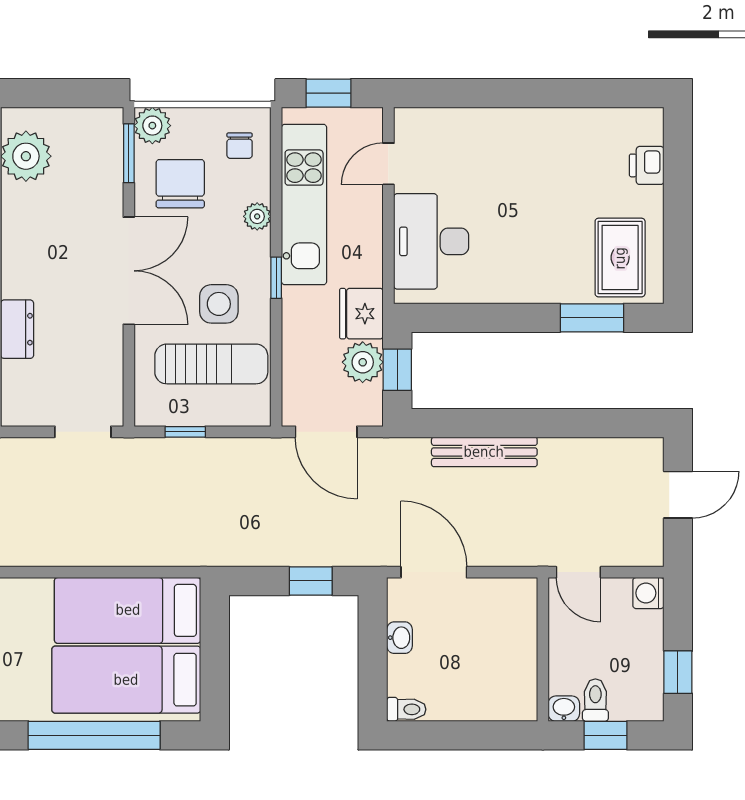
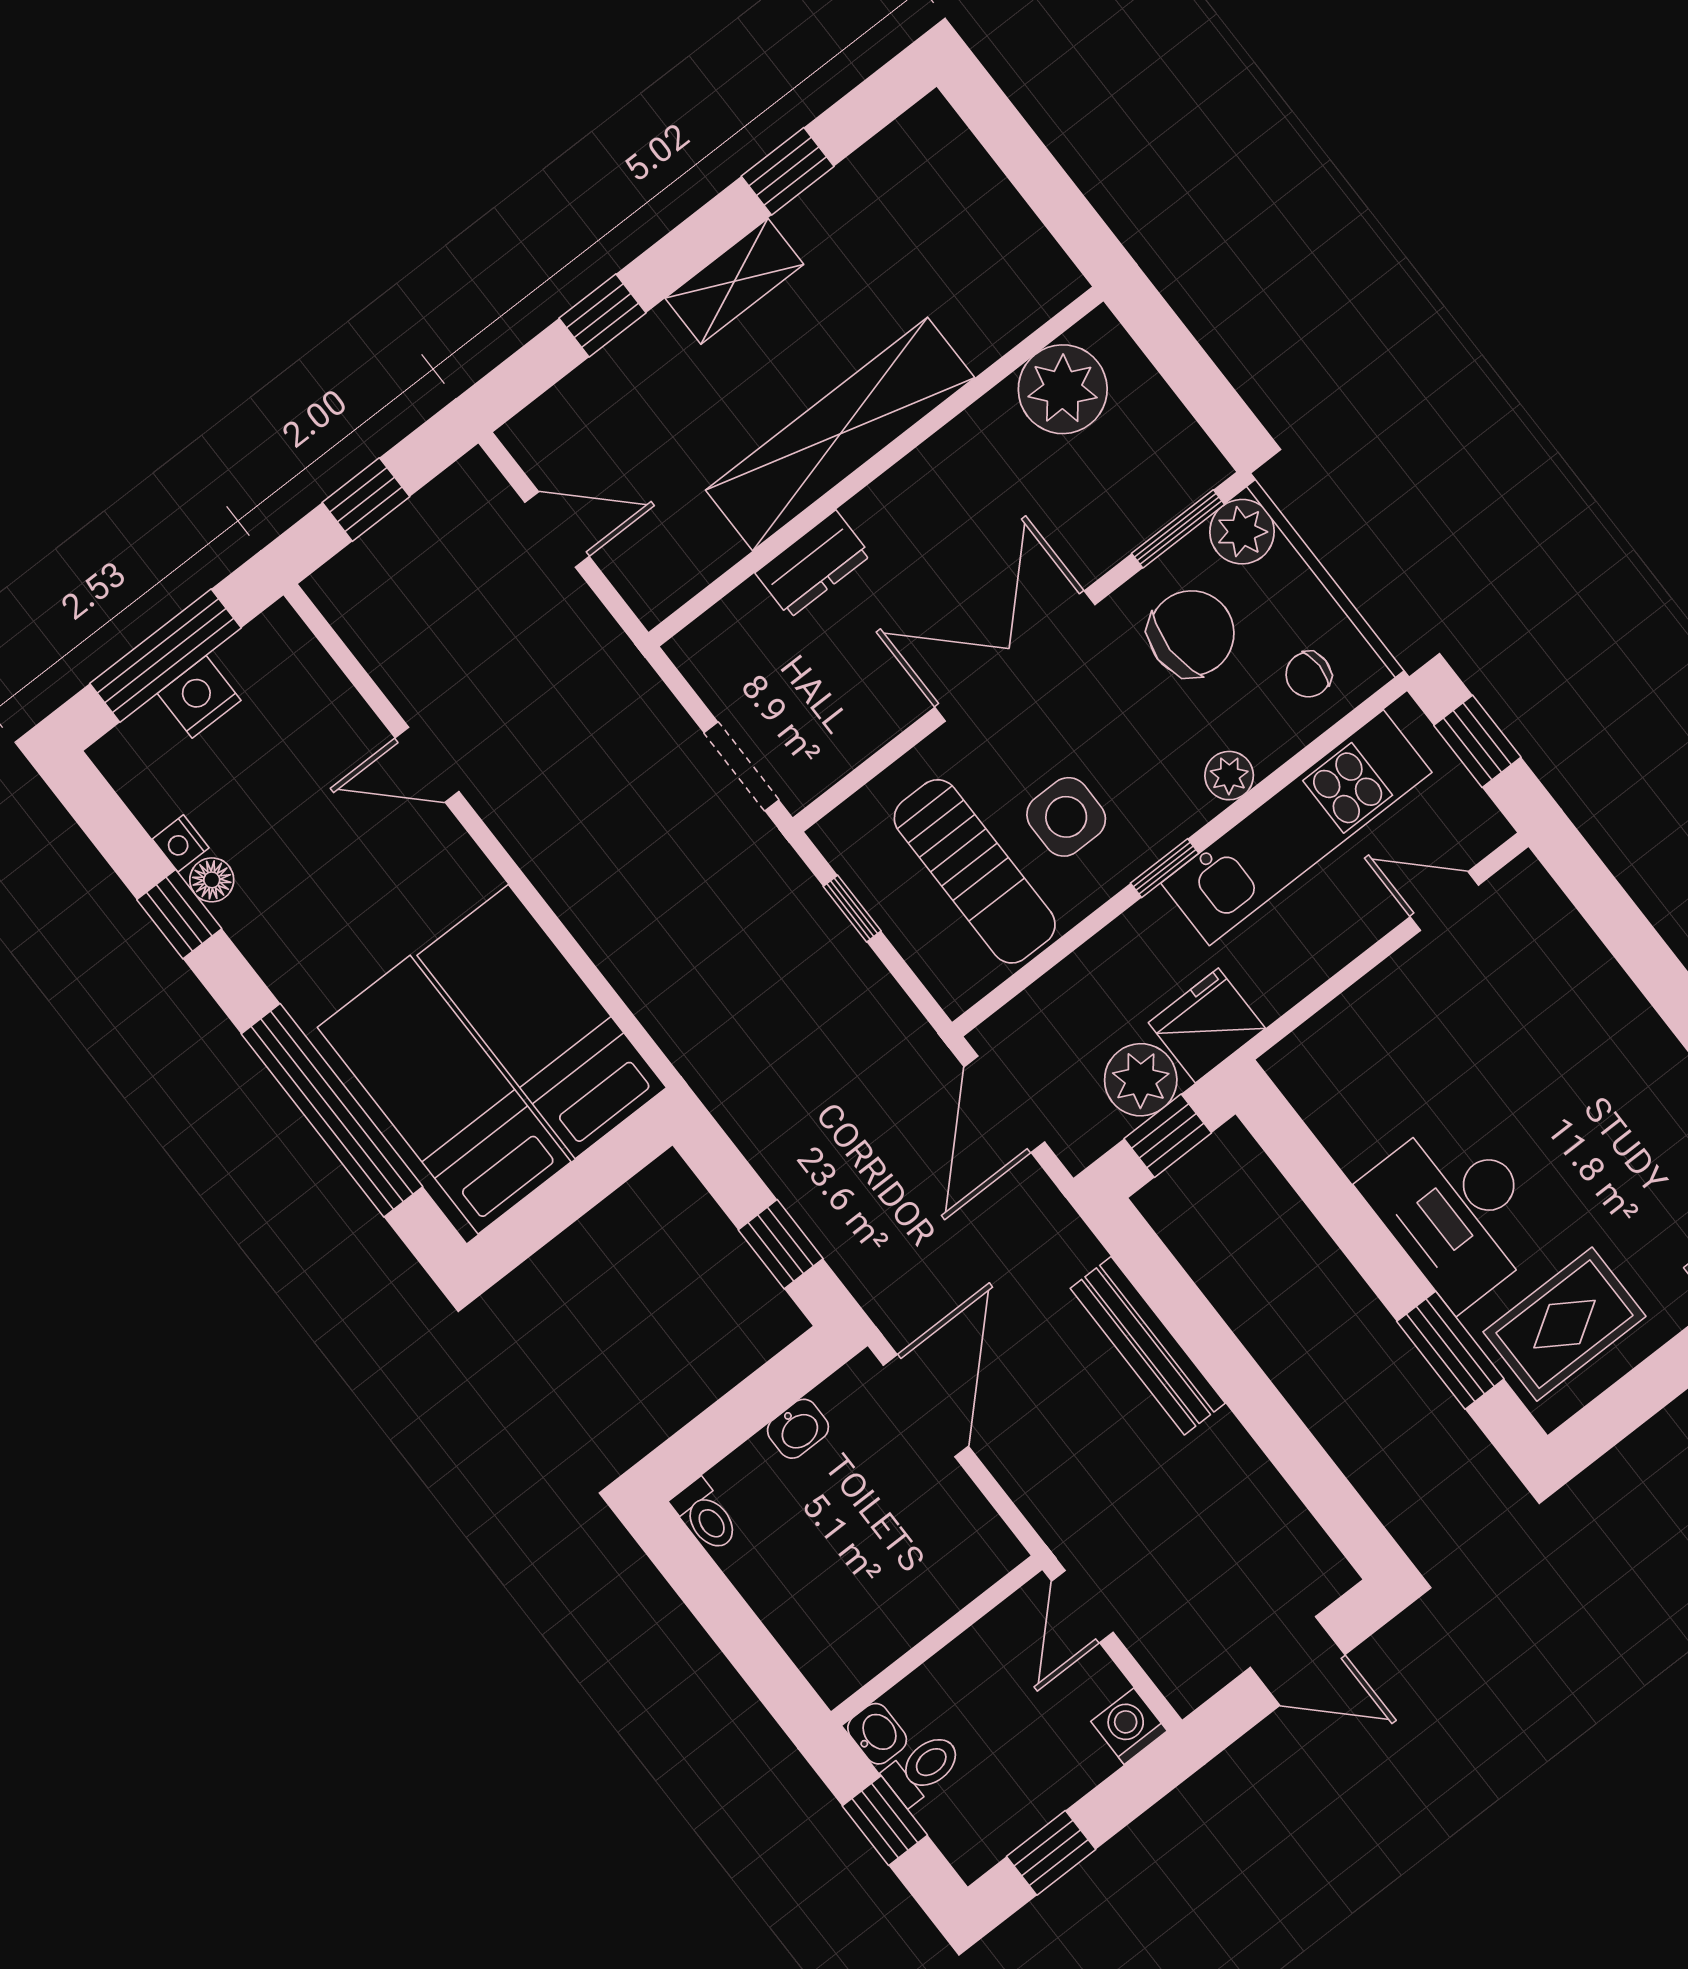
desk: (431, 241) -> (1456, 1210), moved, turned -90
double door: (129, 271) -> (1015, 656), swing flipped

